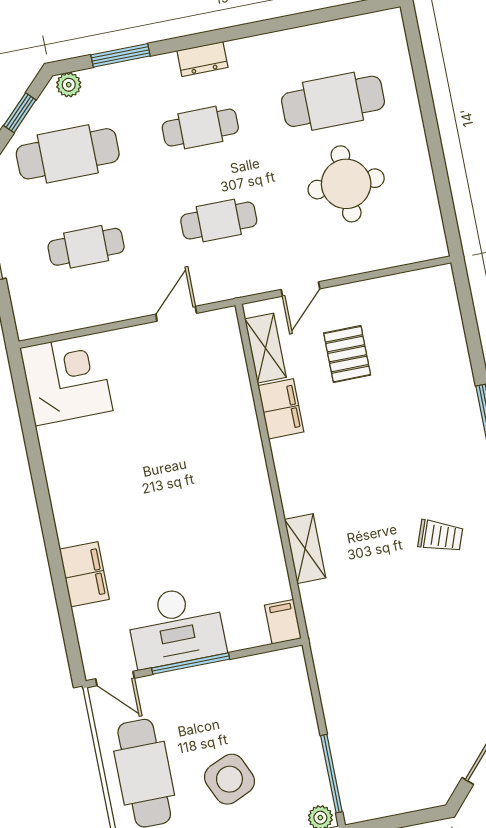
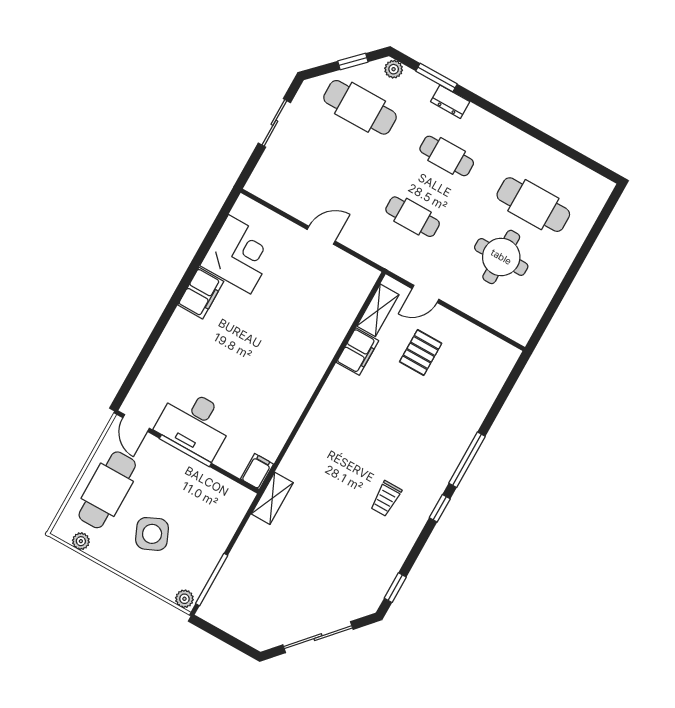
dresser: (202, 59) -> (450, 102), moved
cafe table: (86, 247) -> (326, 168), removed
door: (176, 314) -> (321, 235), moved
corner desk: (66, 379) -> (240, 254), moved
trolley: (440, 536) -> (386, 499), turned 70
shelving: (305, 549) -> (272, 498), moved
filing cabinet: (84, 574) -> (201, 293), moved

